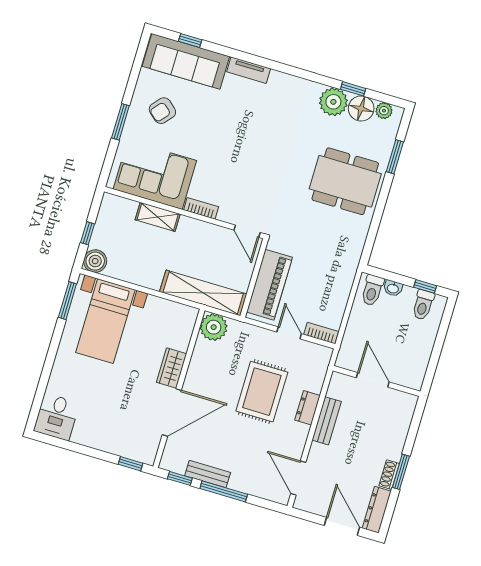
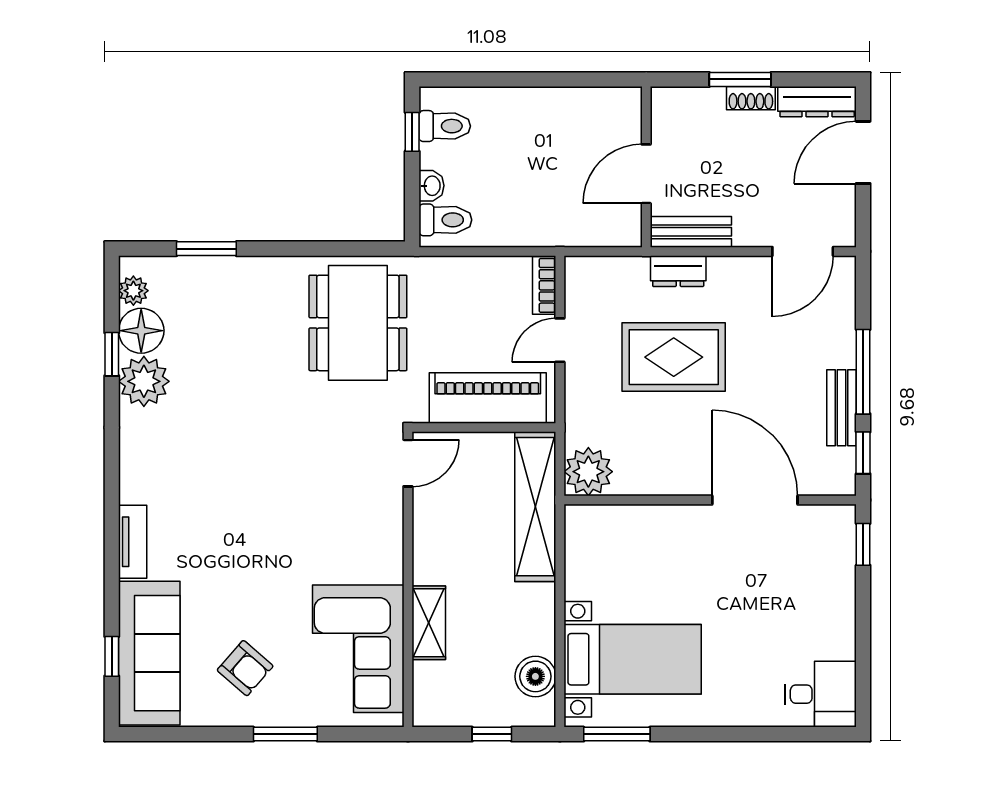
dining table: (345, 181) -> (358, 323), moved
bookcase: (201, 208) -> (392, 553), removed
boiler: (95, 261) -> (535, 676), moved
wardrobe: (171, 368) -> (679, 523), removed
door: (373, 380) -> (646, 174), moved
wall: (377, 381) -> (646, 167), moved

